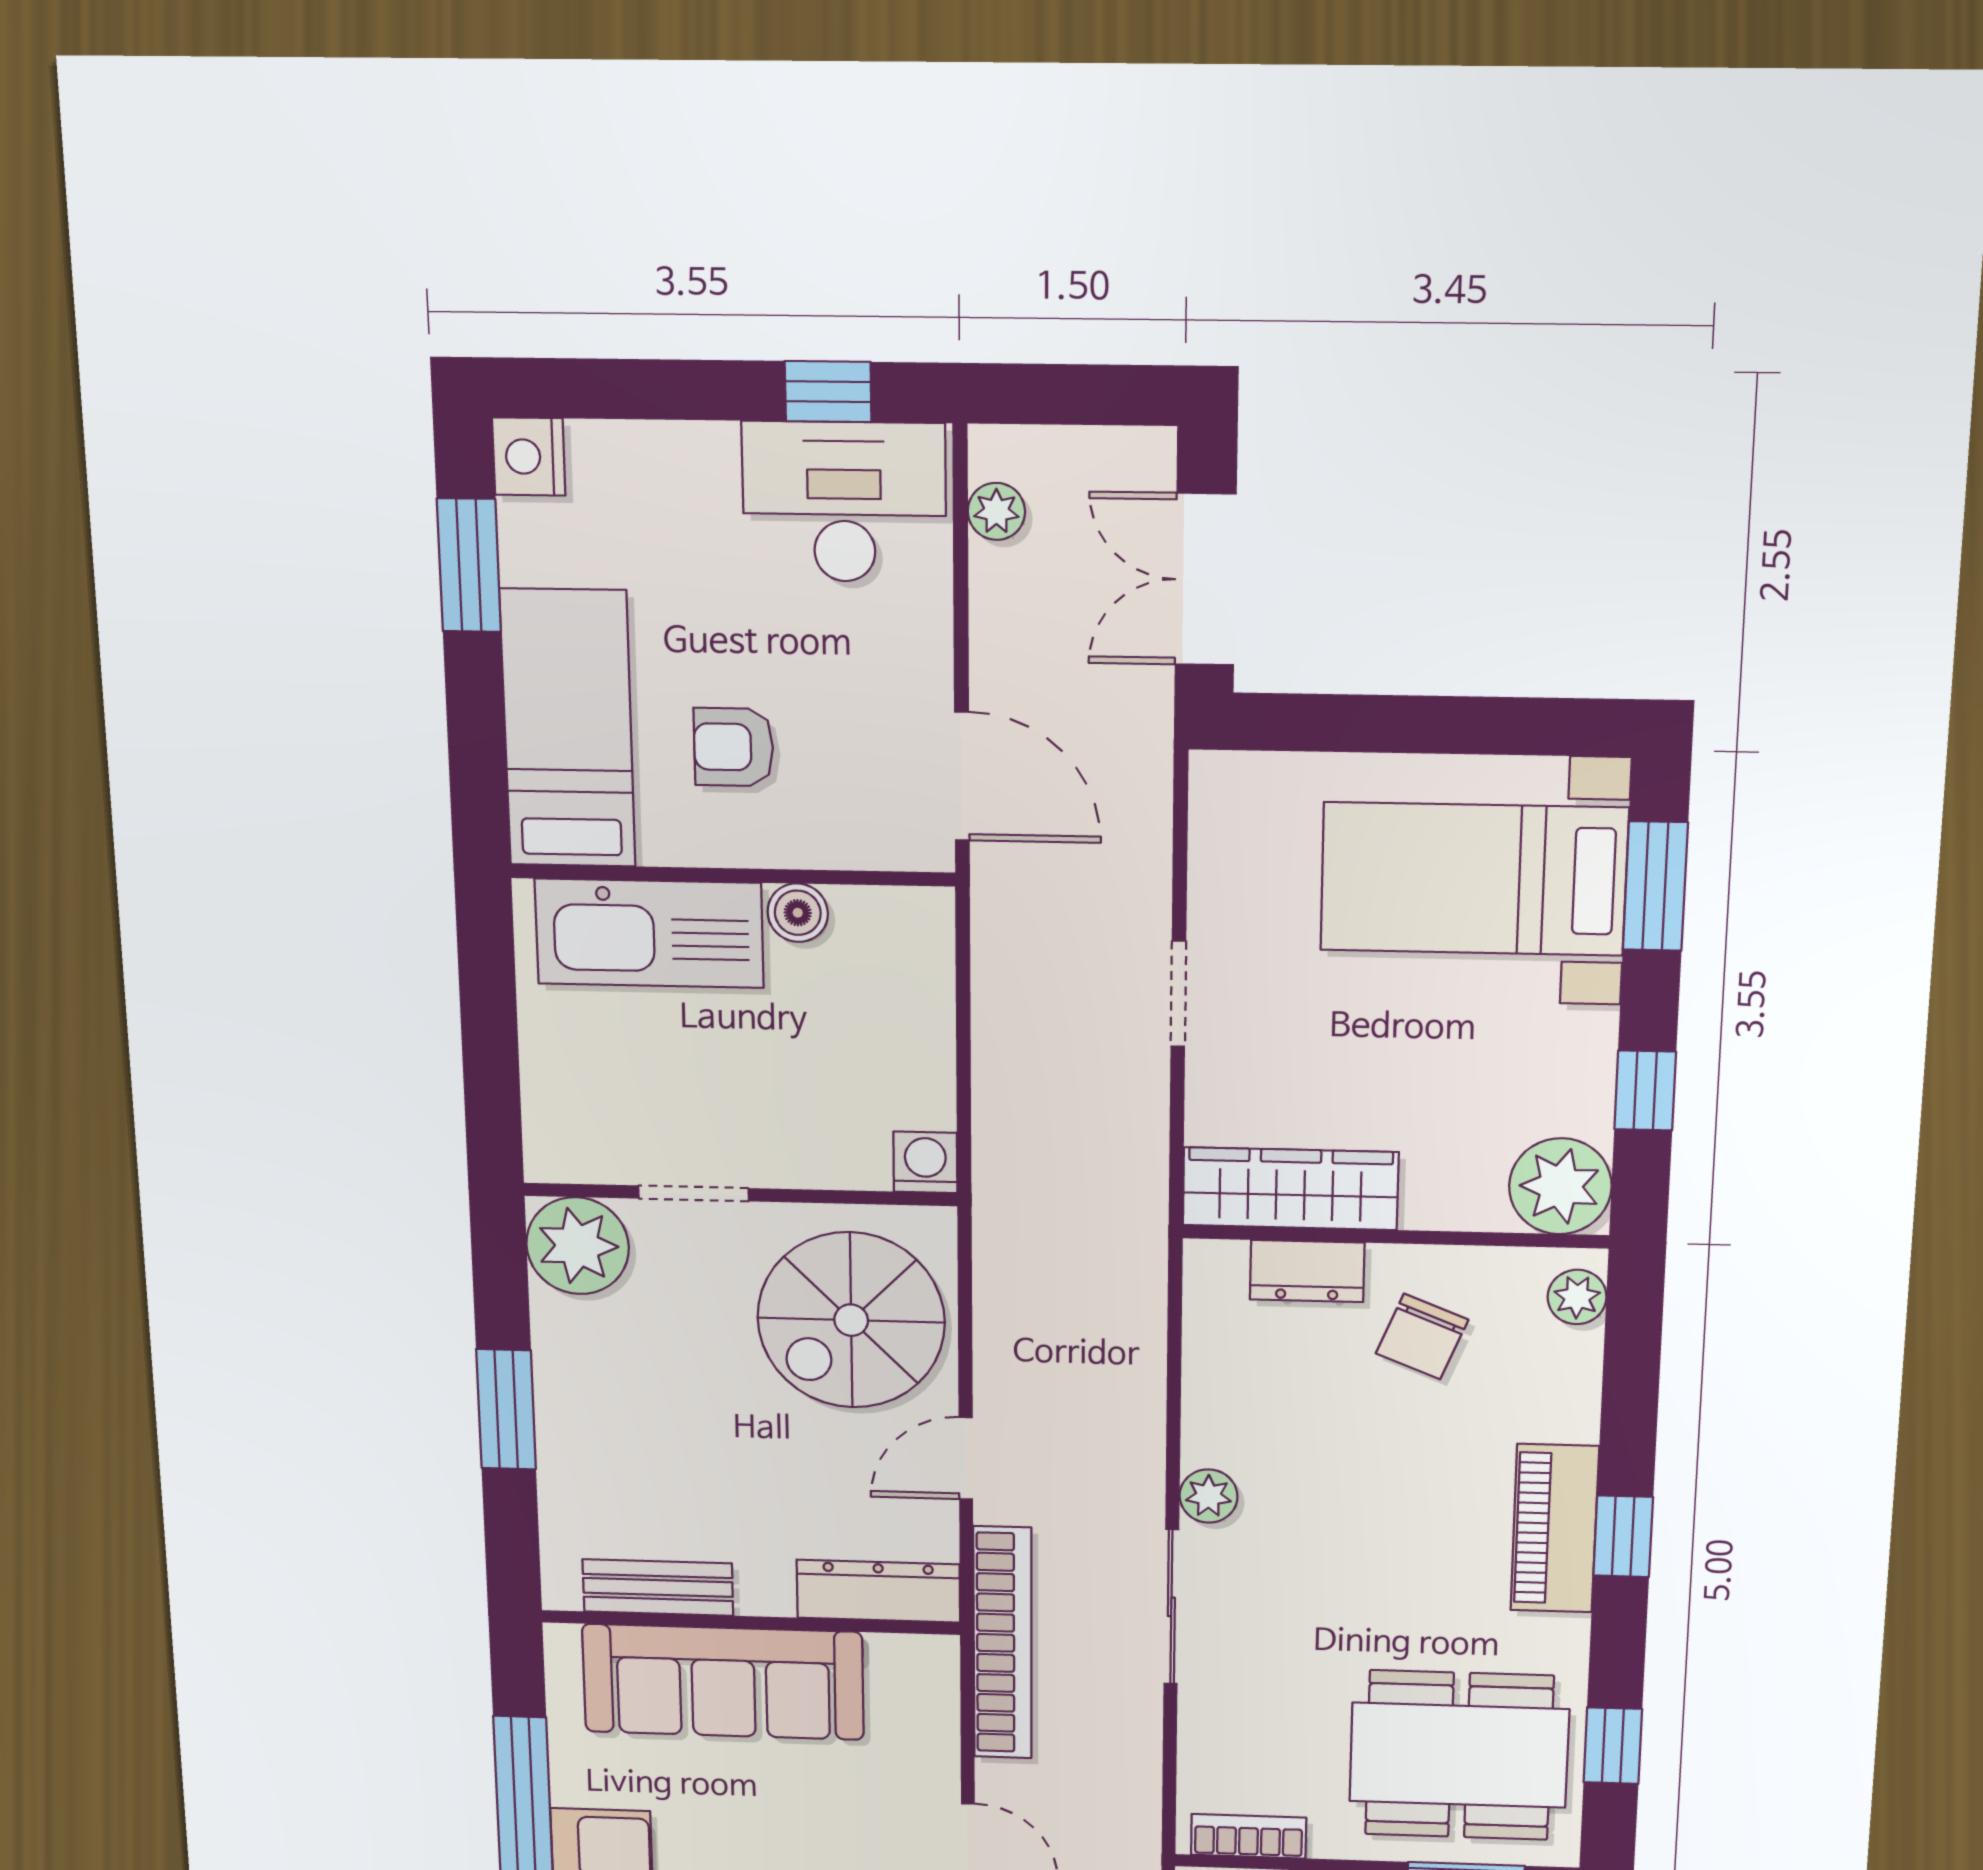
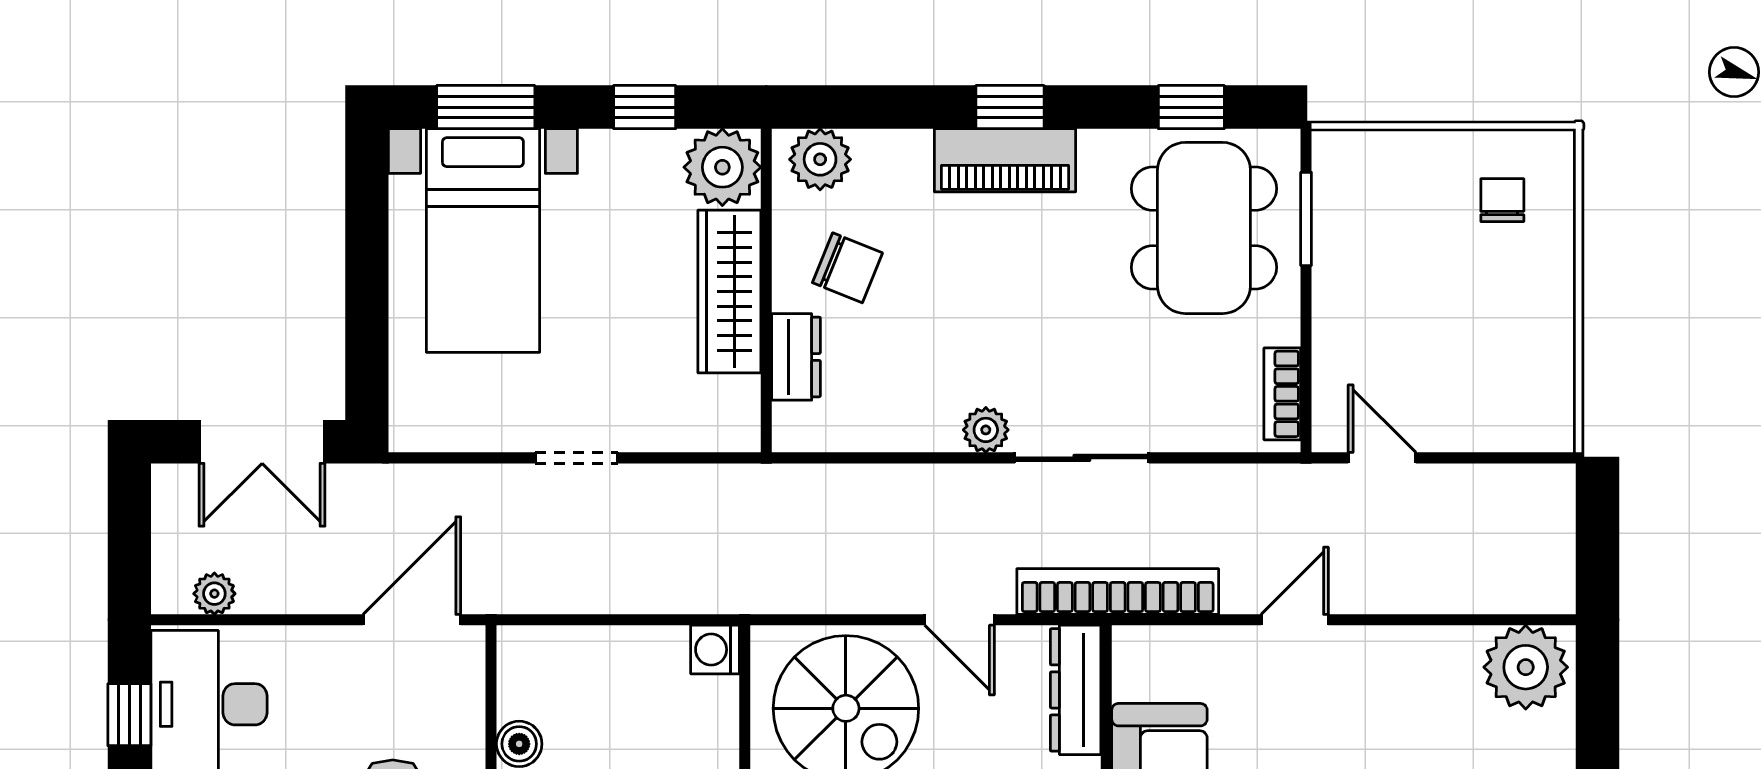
wardrobe: (1290, 1189) -> (729, 291), moved
plant: (1577, 1297) -> (820, 159), width x1.38, depth x1.38

